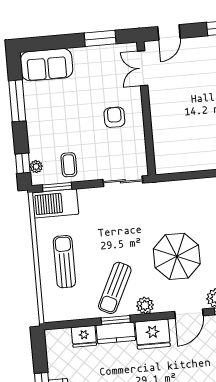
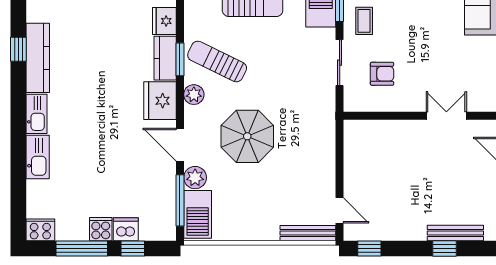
double door: (143, 68) -> (446, 116), moved
armchair: (114, 117) -> (382, 74), moved
coffee table: (69, 165) -> (364, 21), turned 90
sliding door: (123, 181) -> (340, 63), moved

